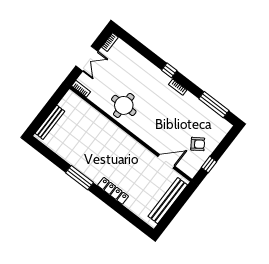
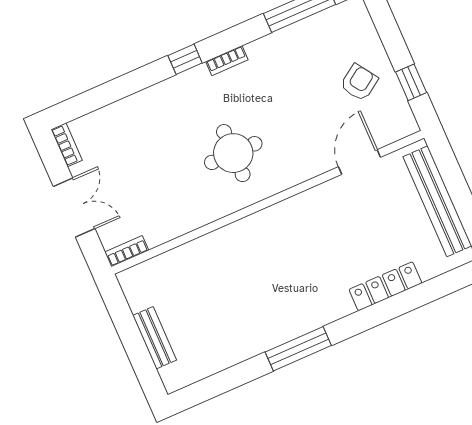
round table: (124, 105) -> (233, 153), moved
bench: (50, 122) -> (155, 338), width x0.73
locker: (113, 191) -> (385, 286), moved

